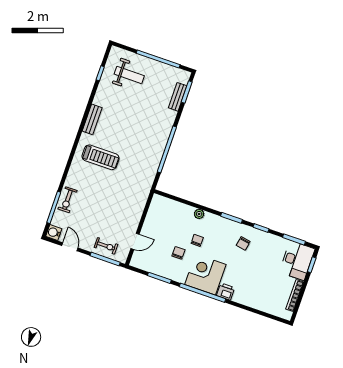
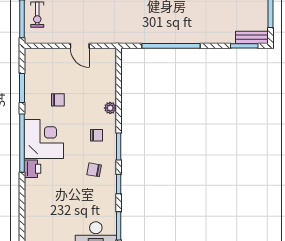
bench: (178, 97) -> (252, 37), moved
chair: (197, 240) -> (97, 135), moved
door: (135, 241) -> (80, 46), moved

